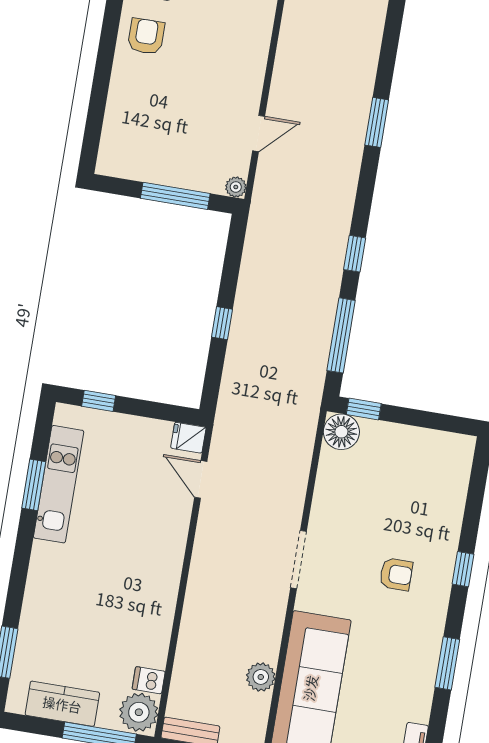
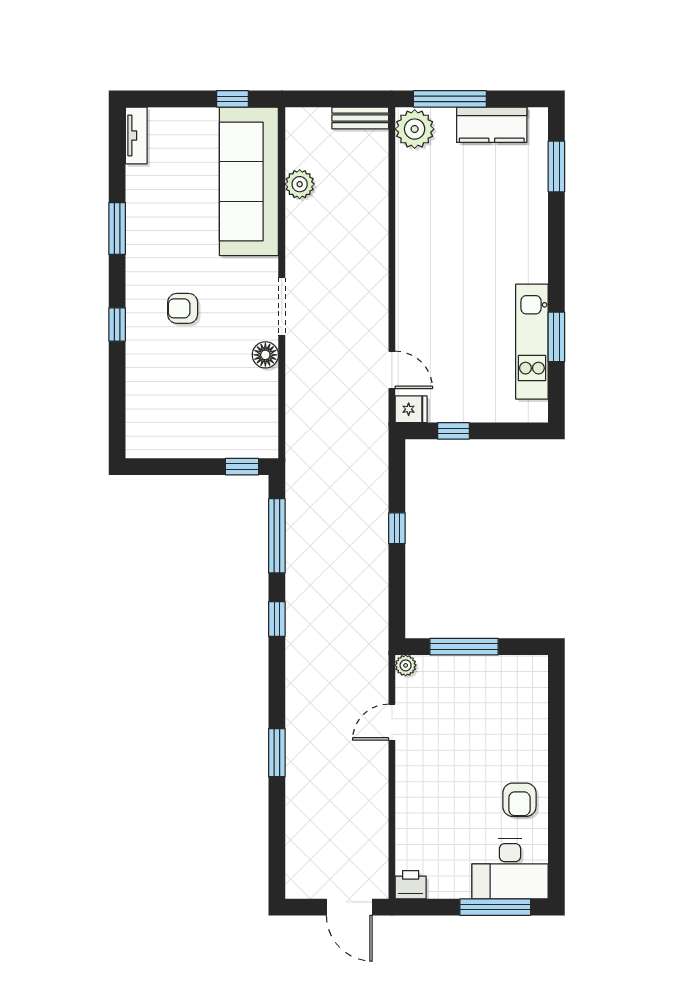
window: (99, 401) -> (453, 431), moved
floor lamp: (341, 432) -> (265, 355), moved, width x0.73, depth x0.73
dishwasher: (149, 680) -> (410, 162), removed

